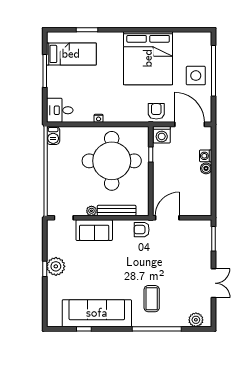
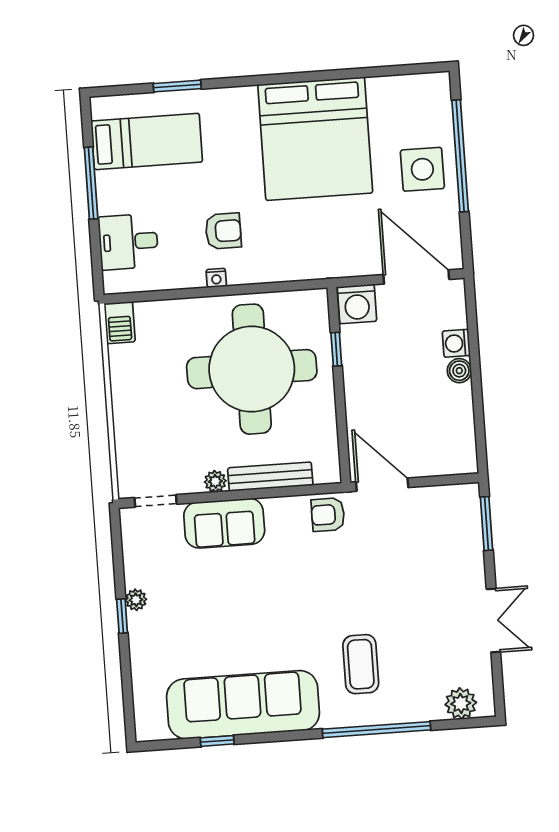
desk: (60, 110) -> (128, 242), moved
armchair: (156, 111) -> (223, 231), moved, turned 90
door: (167, 218) -> (382, 485), hinge flipped
plant: (56, 266) -> (136, 600), width x0.53, depth x0.53

